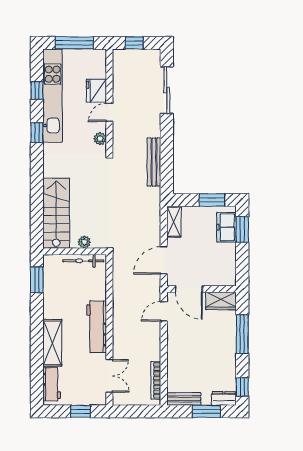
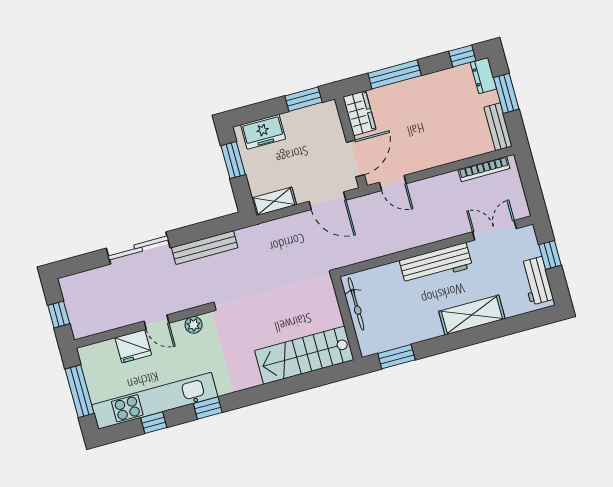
sliding door: (167, 90) -> (138, 248), moved
window: (242, 229) -> (304, 99), moved
plant: (84, 242) -> (331, 309), removed
workbench: (52, 384) -> (537, 281), moved, turned -90

